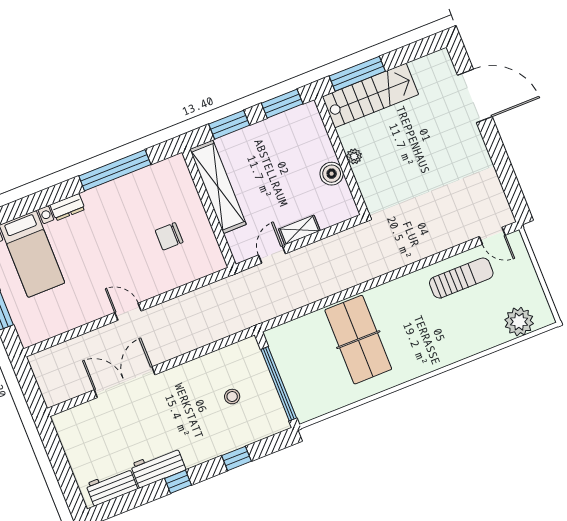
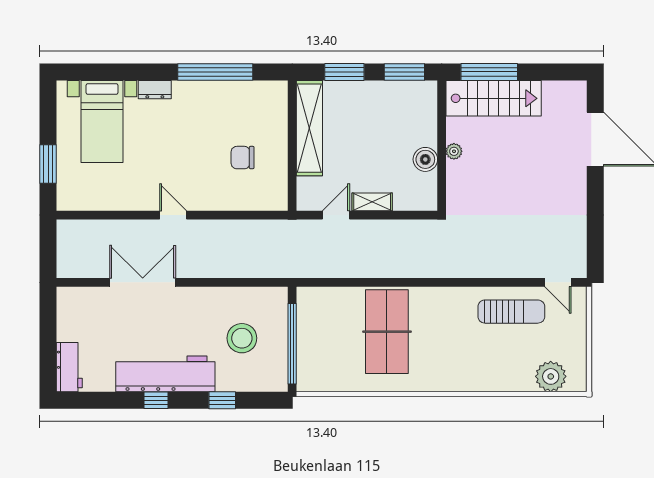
stool: (232, 397) -> (242, 338), width x1.89, depth x1.89
workbench: (158, 467) -> (165, 374), width x1.87, depth x1.32
workbench: (112, 486) -> (69, 367), moved, turned 90

